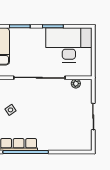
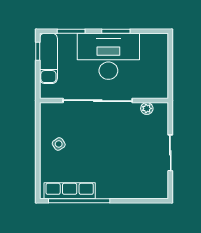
desk: (69, 45) -> (108, 56), moved

